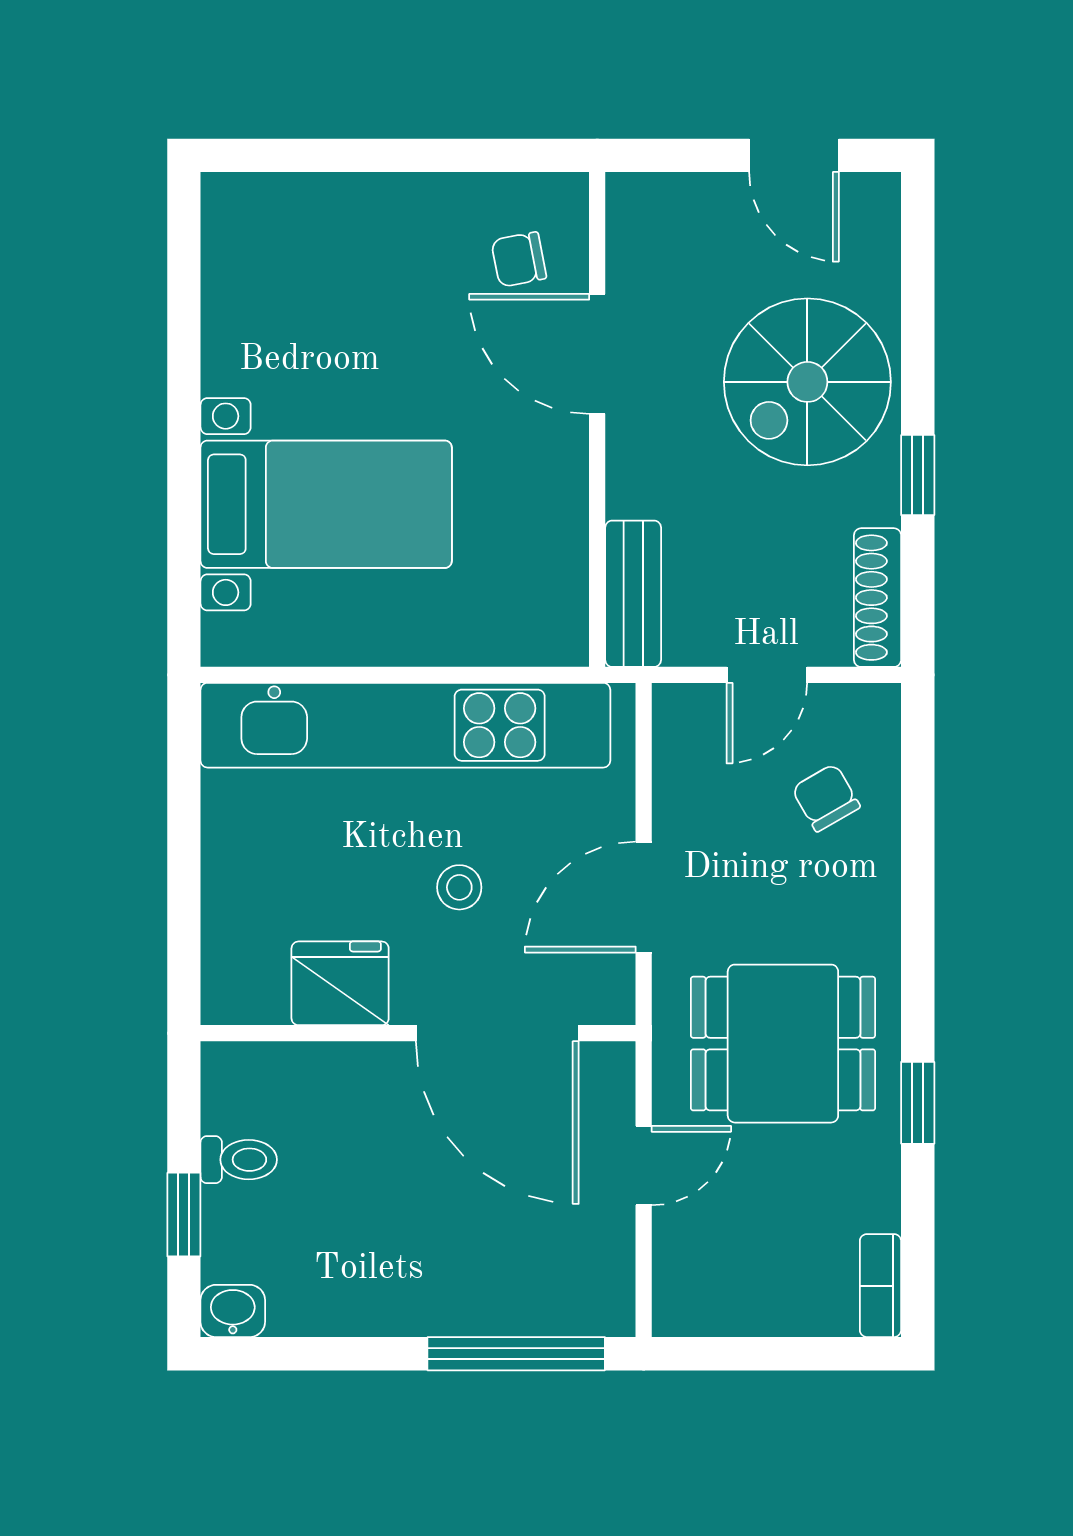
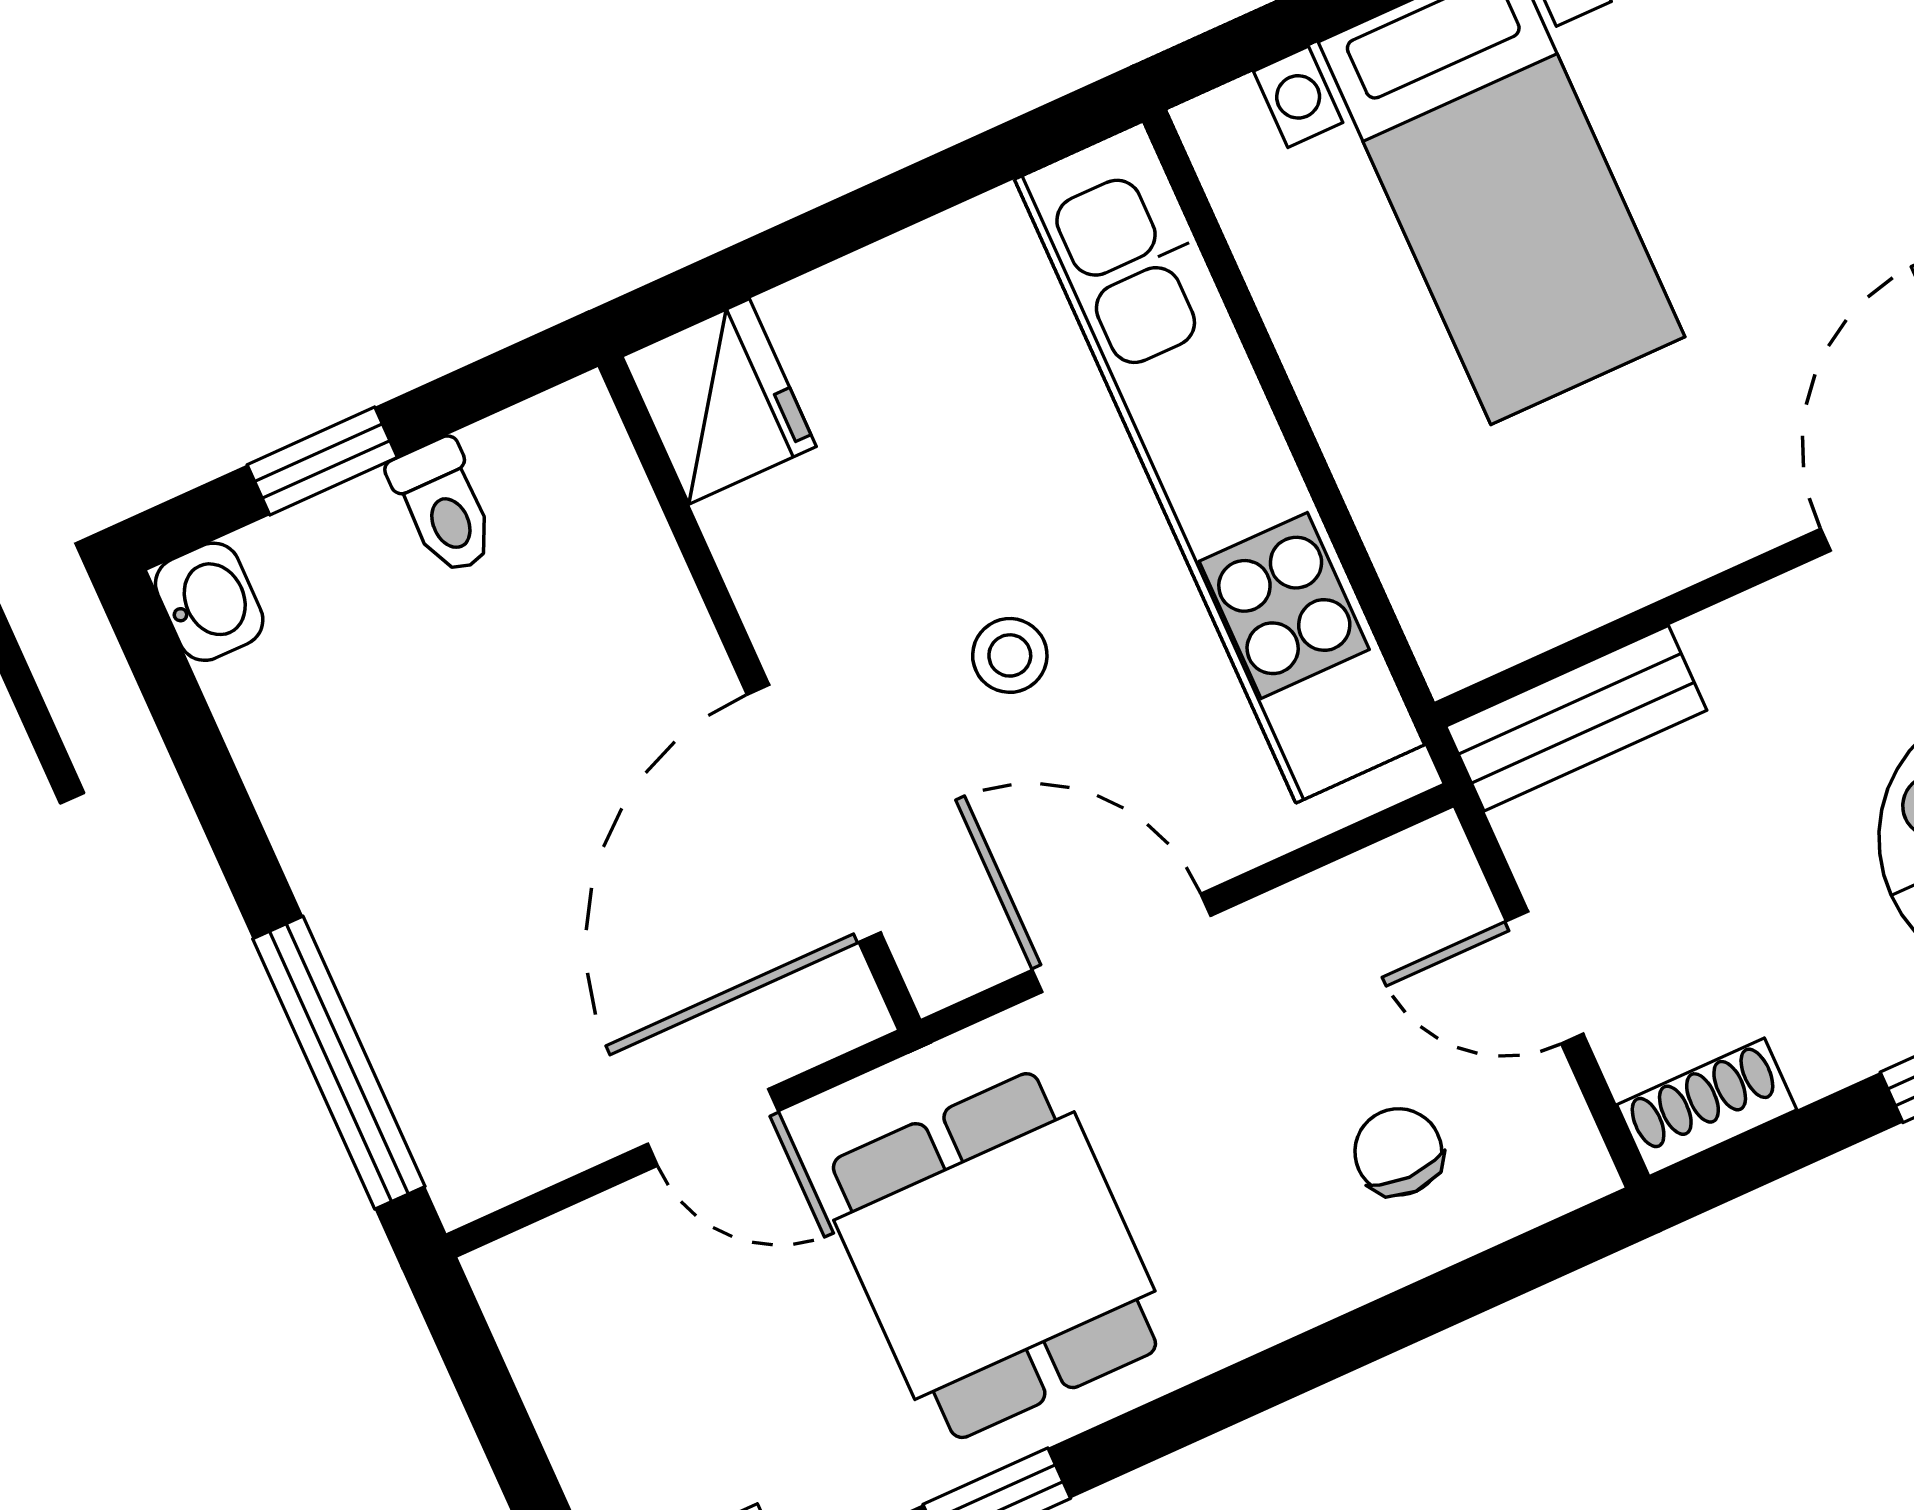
shoe rack: (878, 598) -> (1707, 1107), width x0.70
chair: (826, 798) -> (1398, 1152), turned -60
fridge: (340, 983) -> (719, 401), moved

